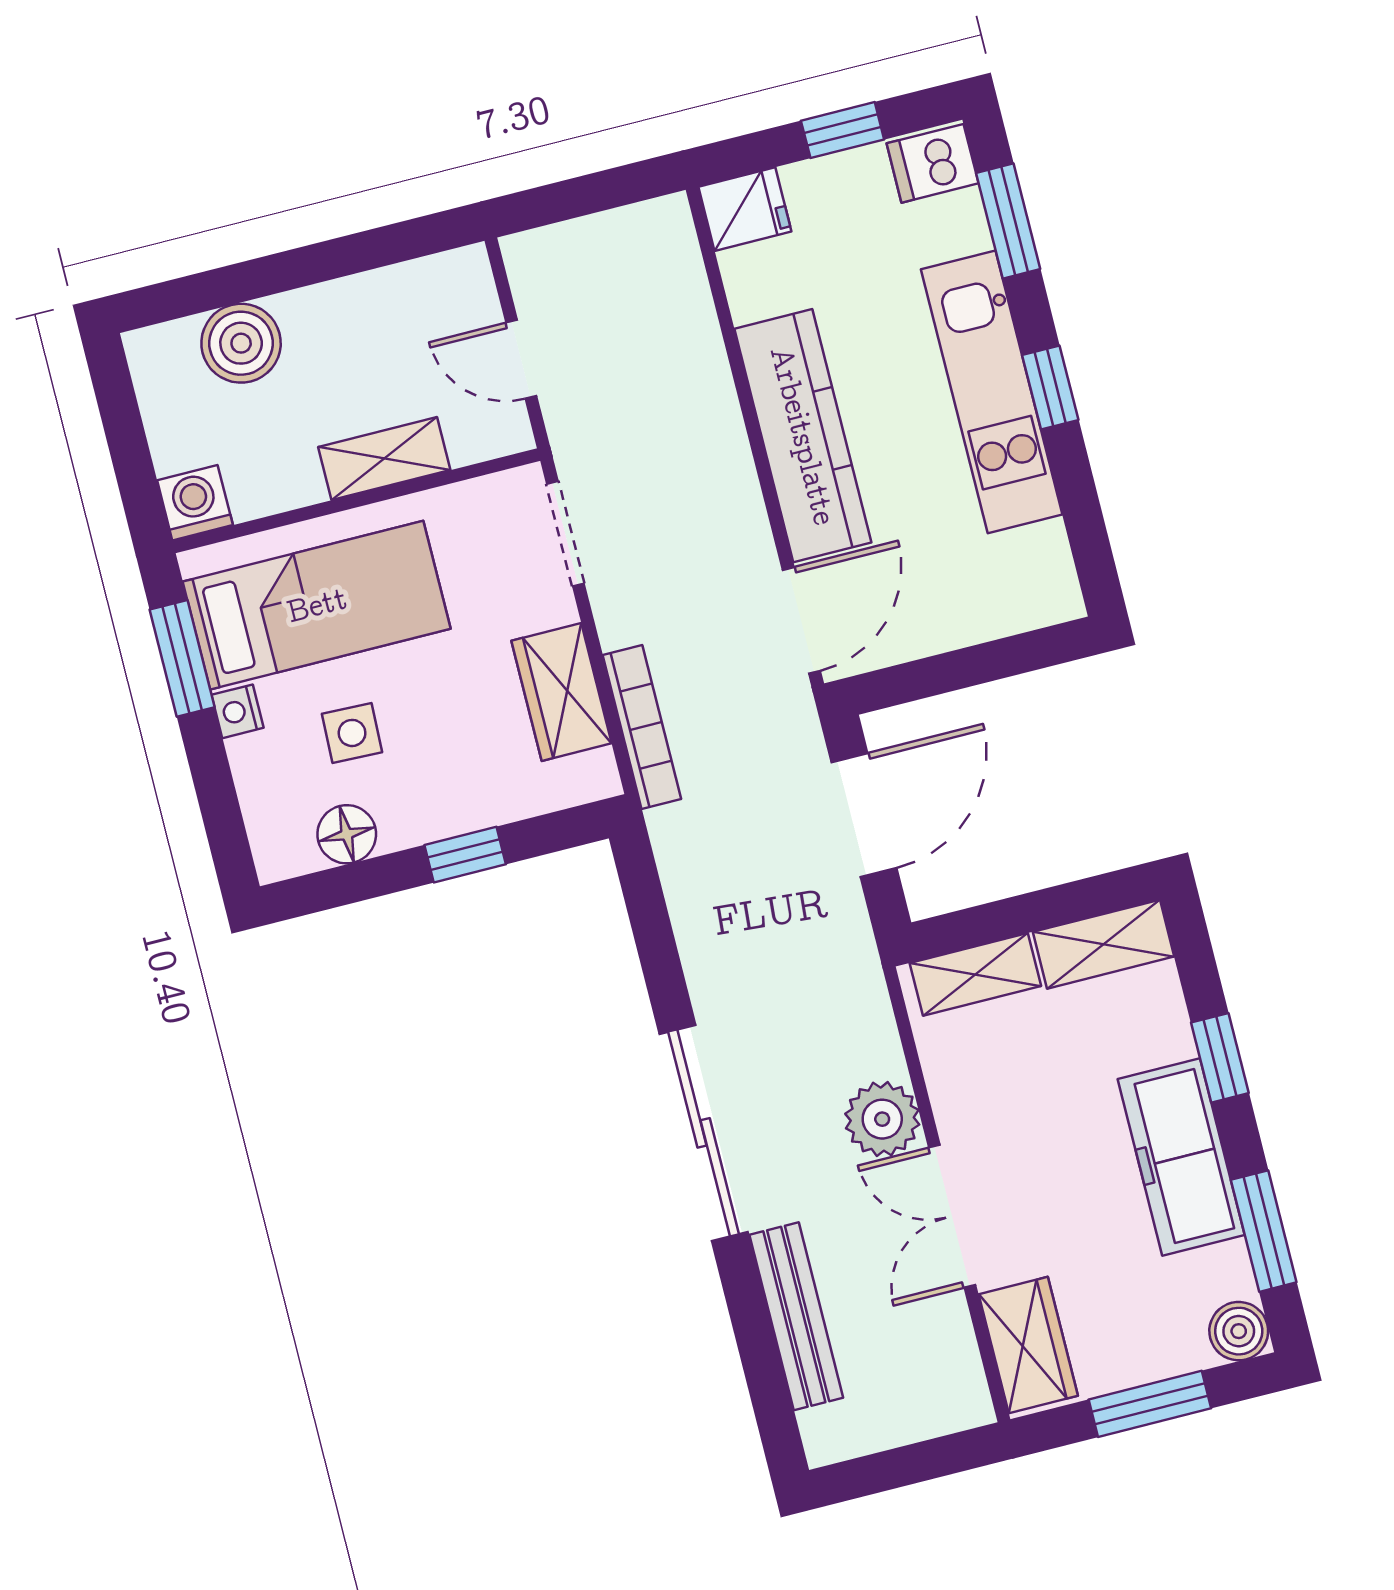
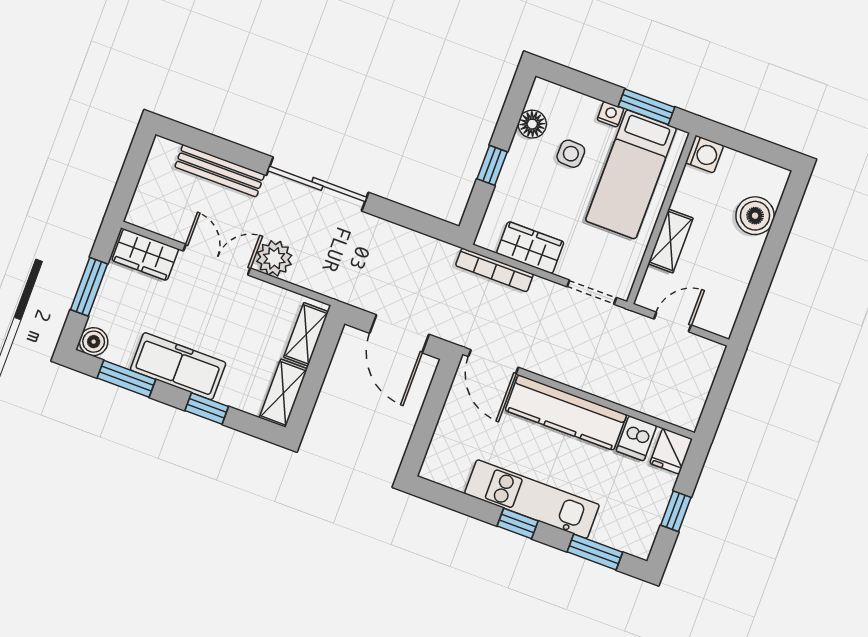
dishwasher: (933, 163) -> (636, 438), moved, turned 180

